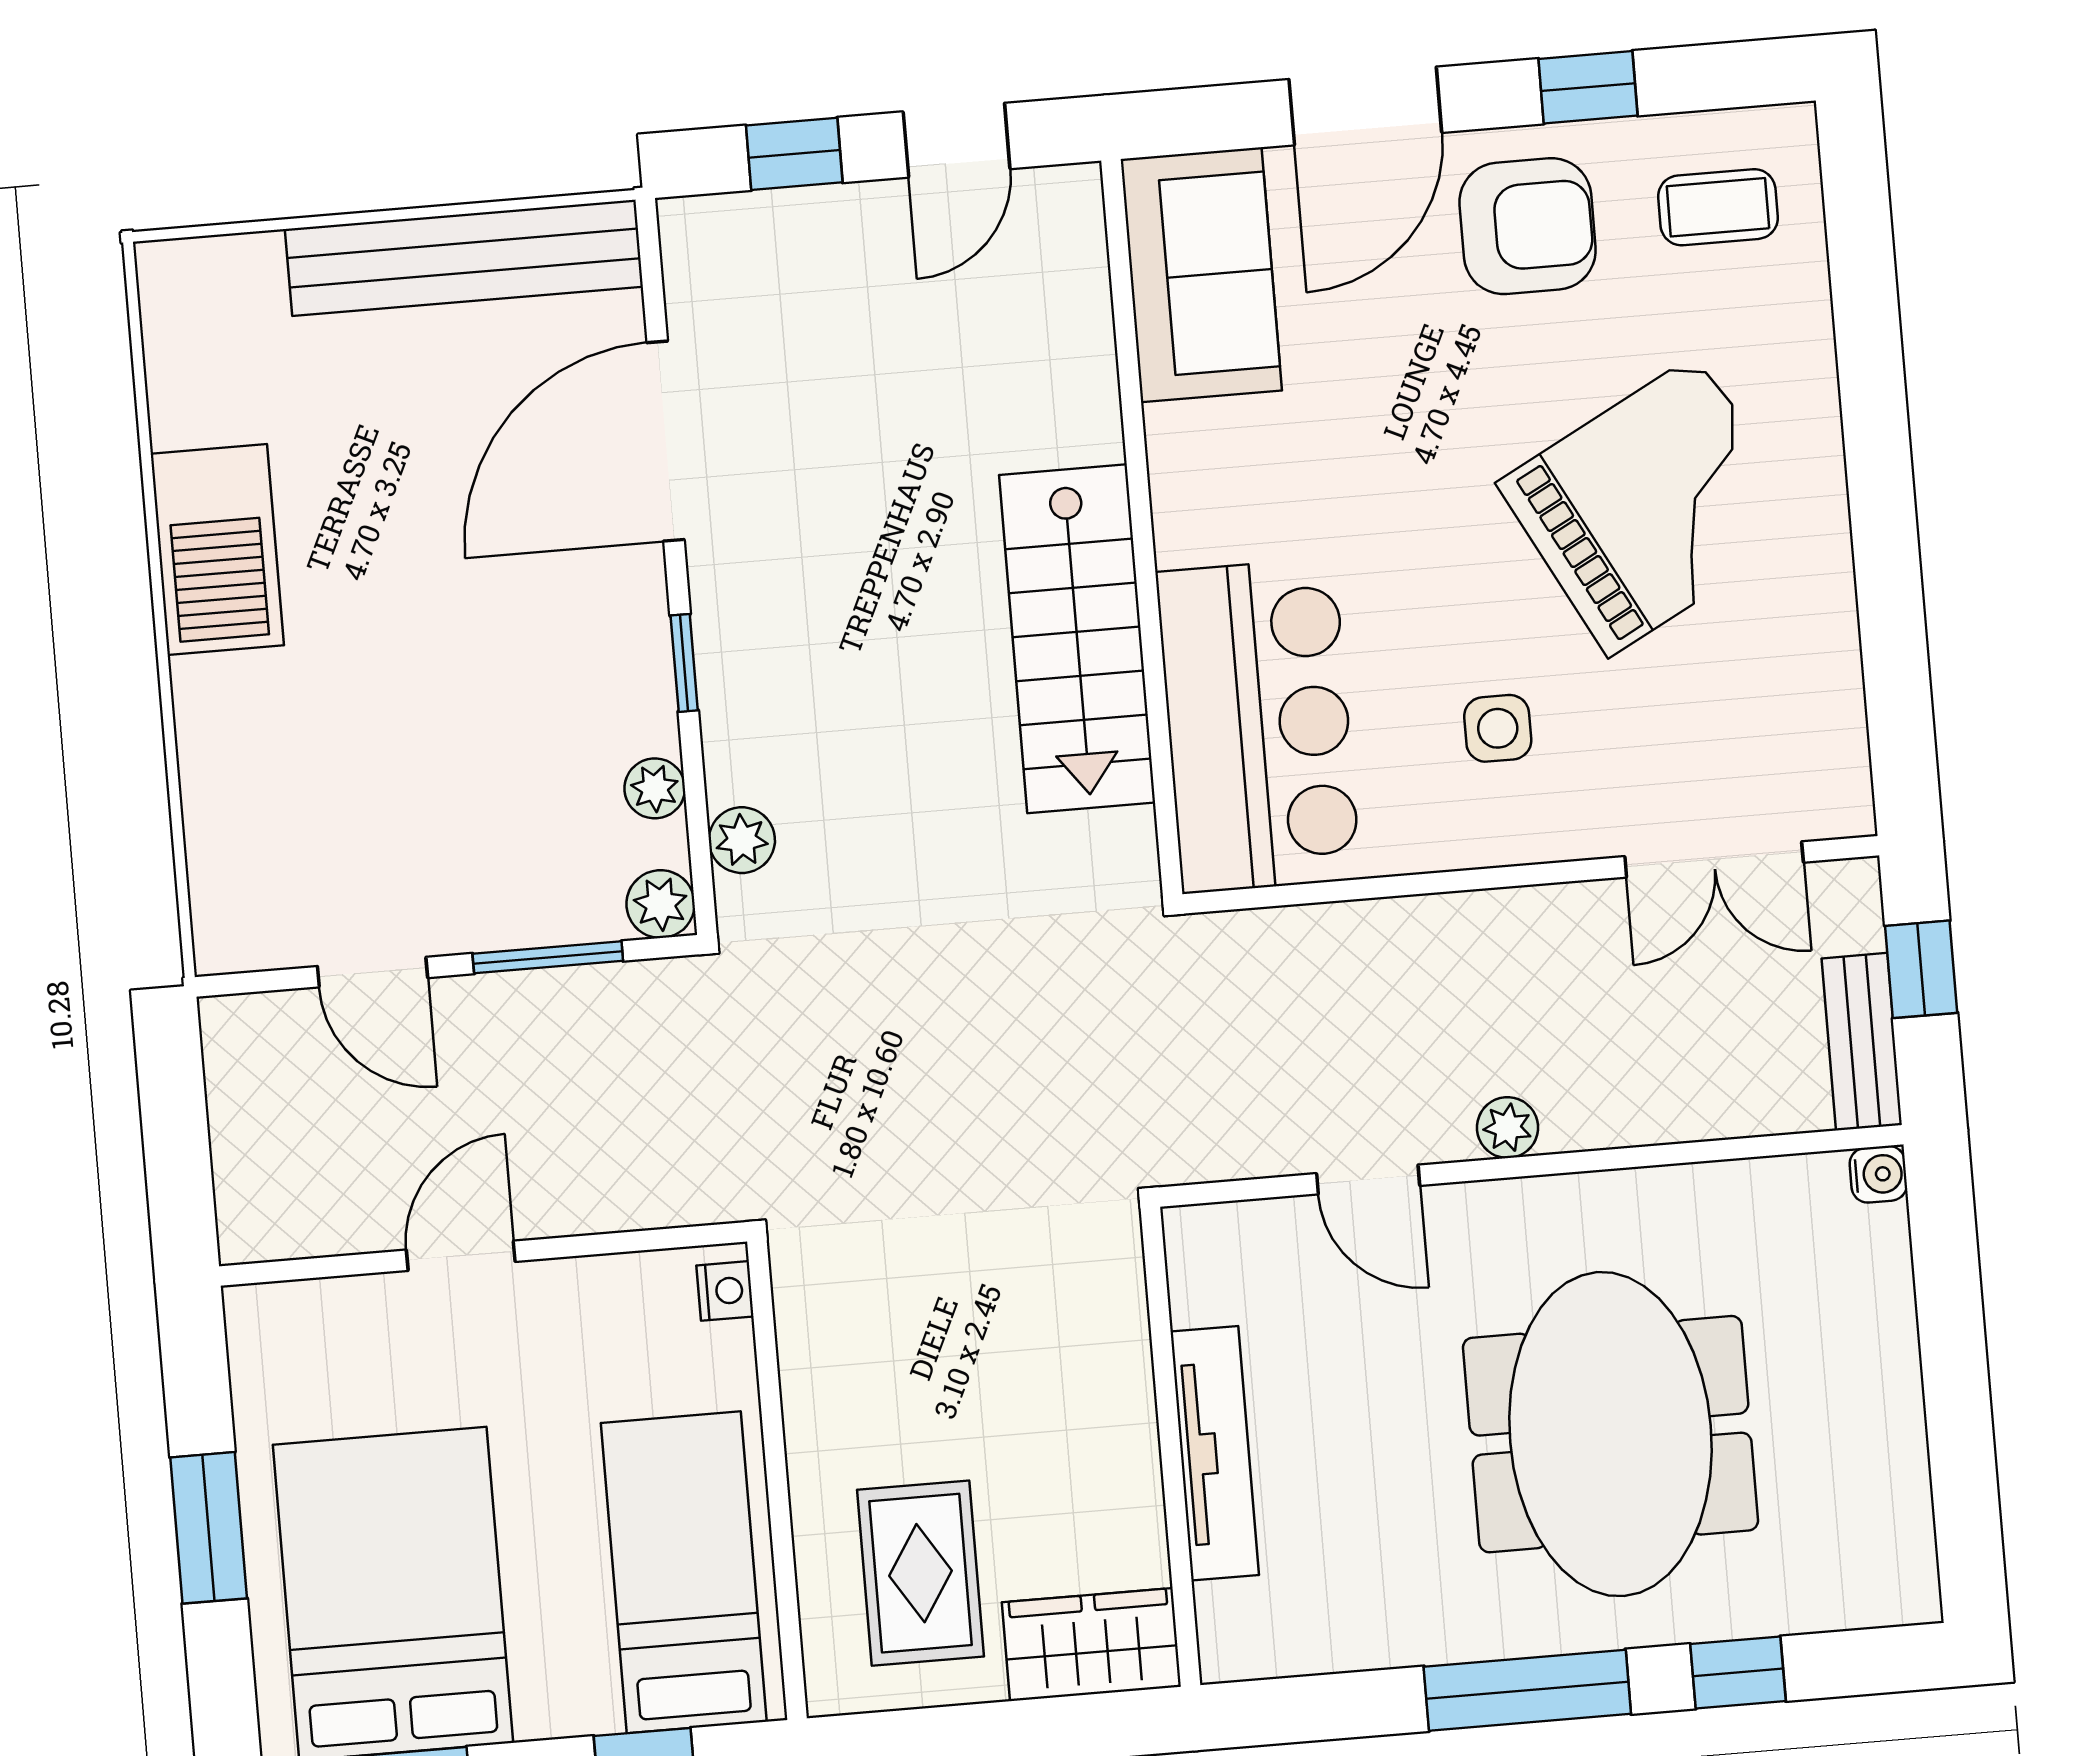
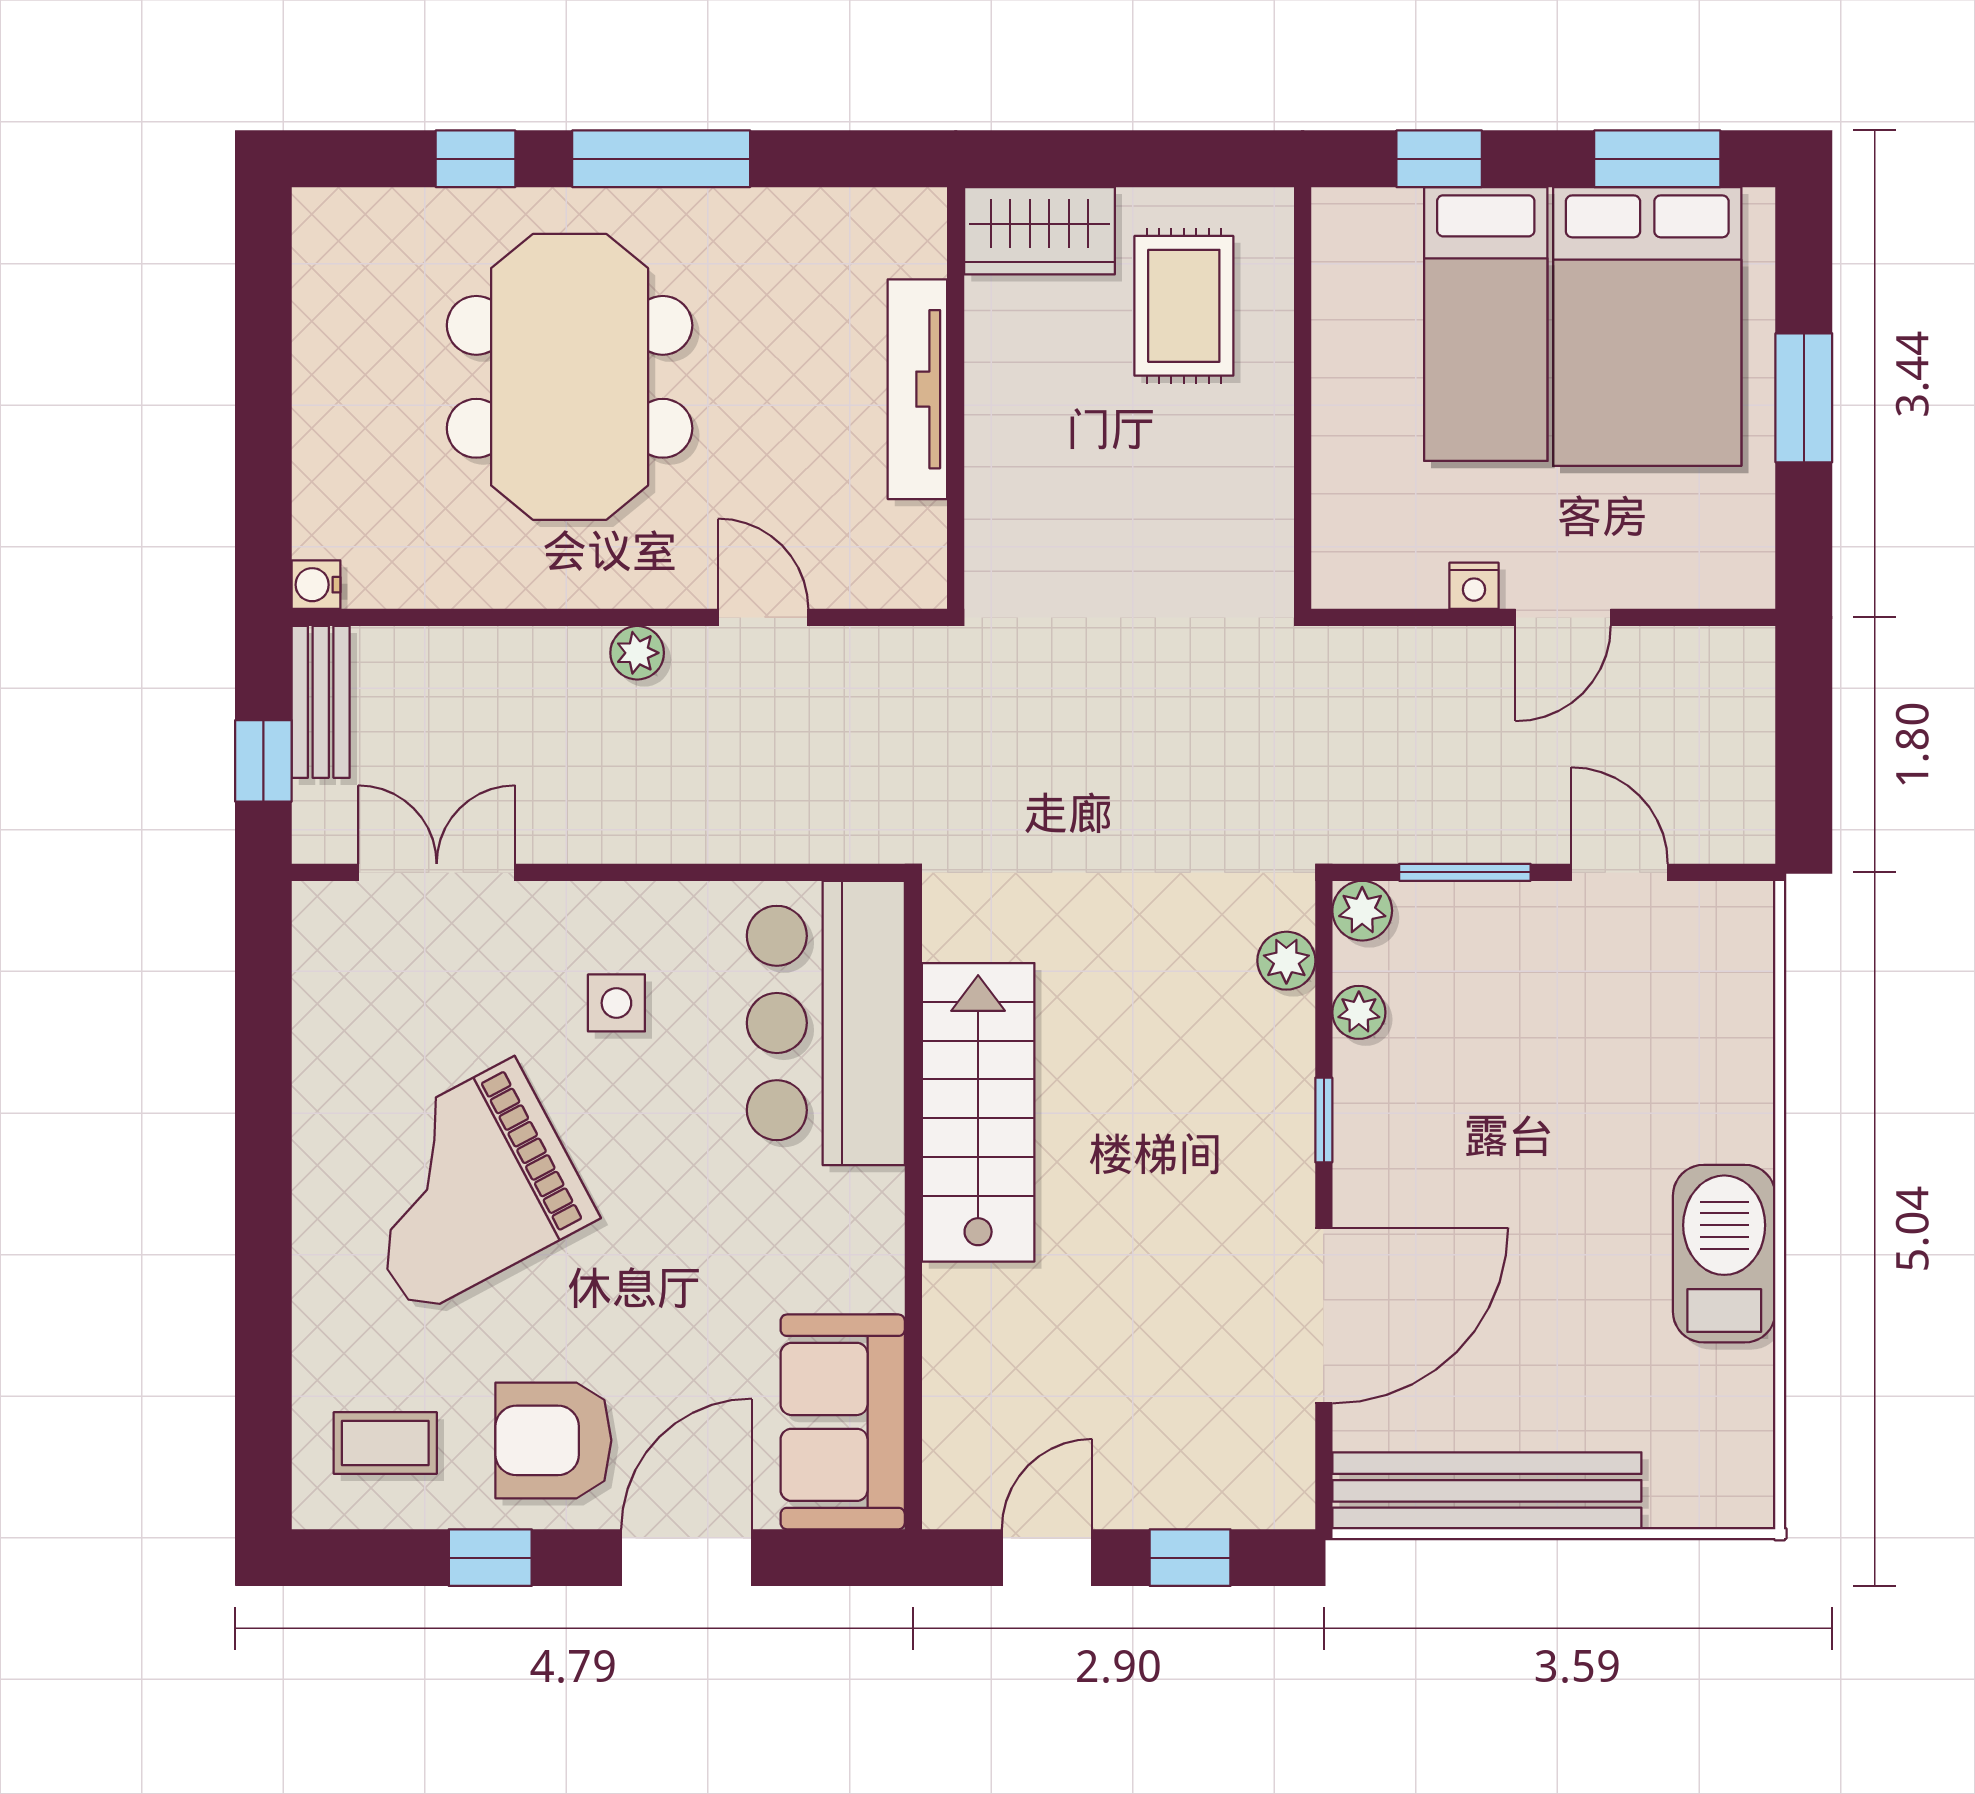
nightstand: (725, 1291) -> (1474, 586), moved, turned -90
bed: (684, 1572) -> (1486, 324), moved

